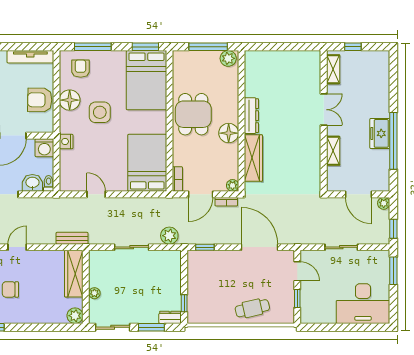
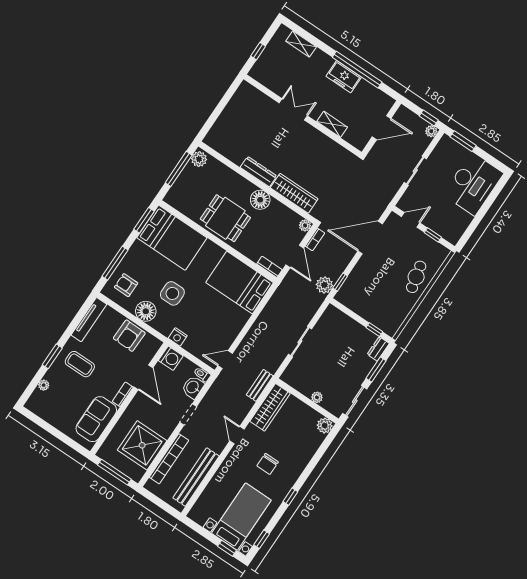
shelving: (333, 69) -> (301, 44), moved
door: (96, 194) -> (225, 360), moved
plant: (384, 203) -> (431, 131), moved
plant: (169, 236) -> (324, 285), moved
wardrobe: (74, 274) -> (270, 407), moved, turned -90

